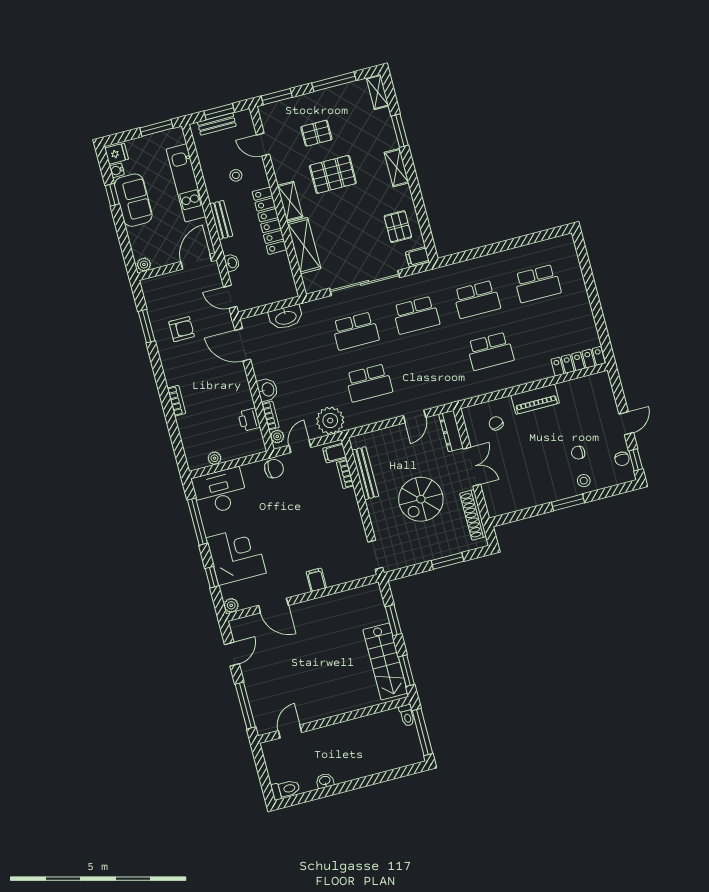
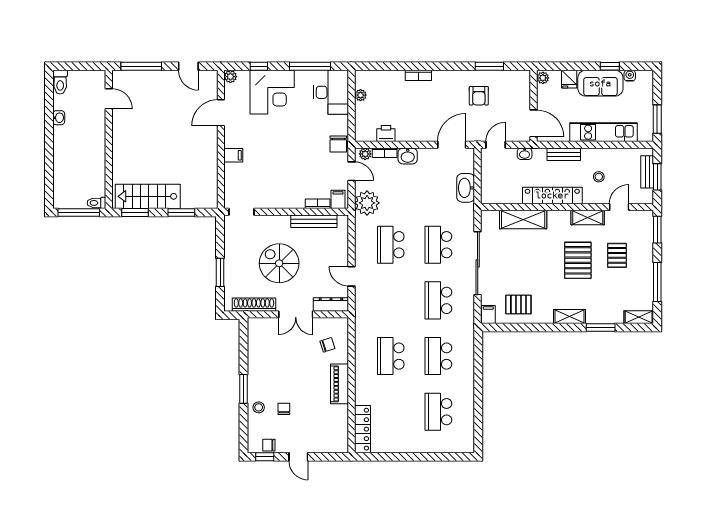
fridge: (117, 154) -> (569, 79), moved
shelving: (290, 201) -> (588, 218), moved

